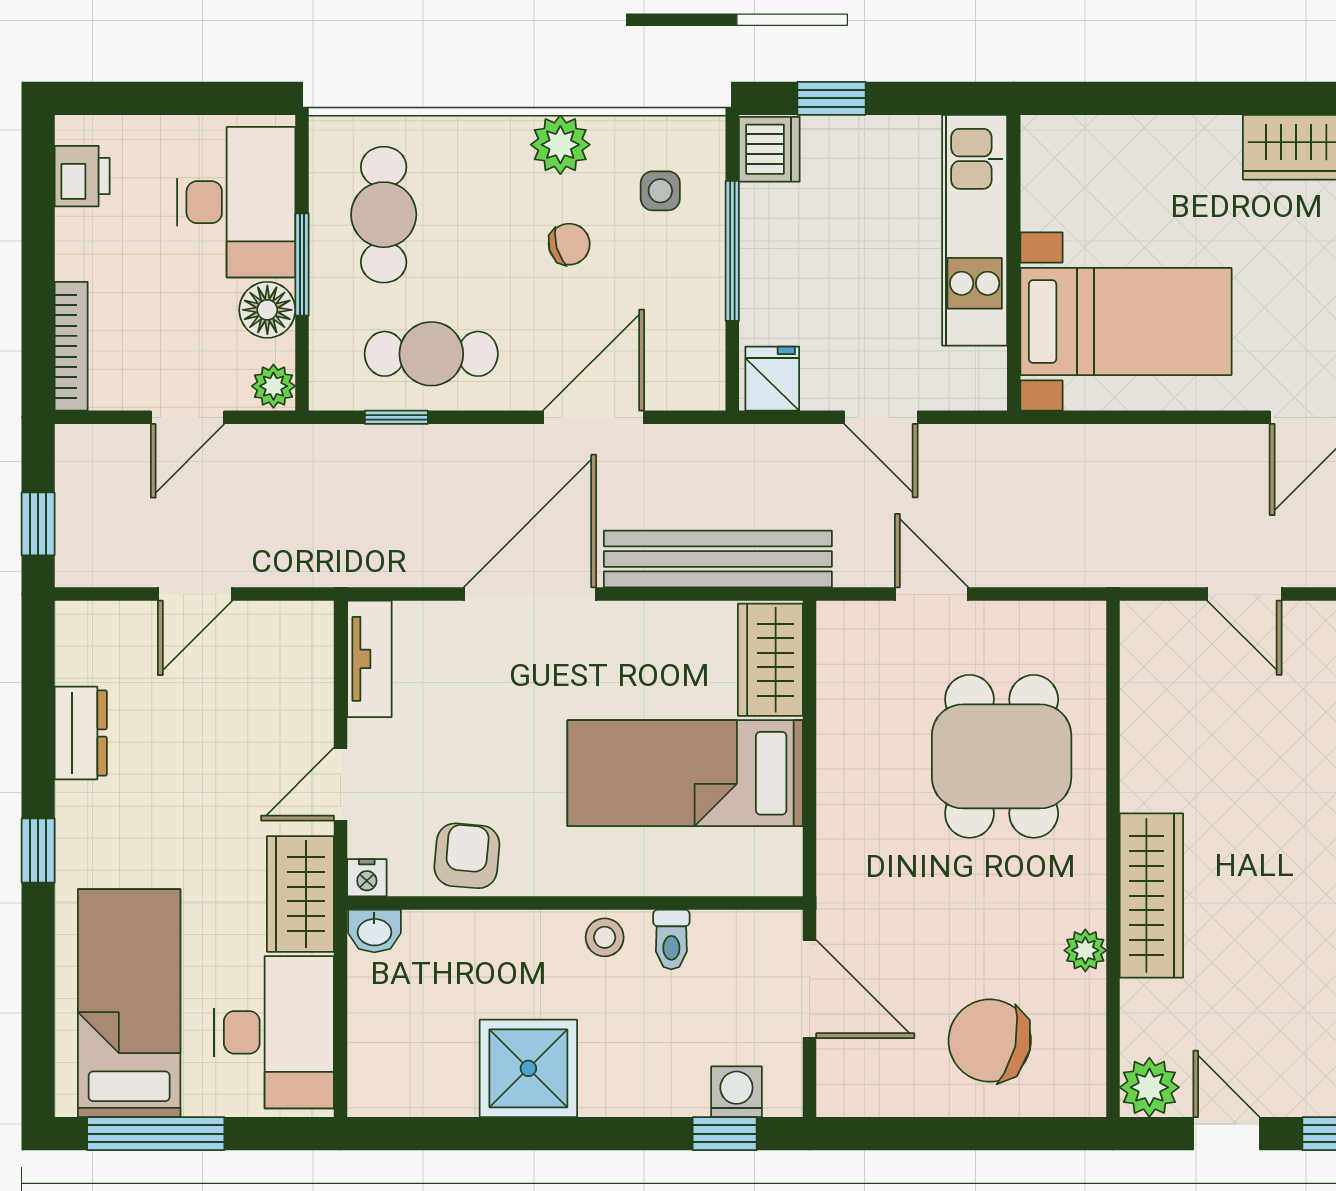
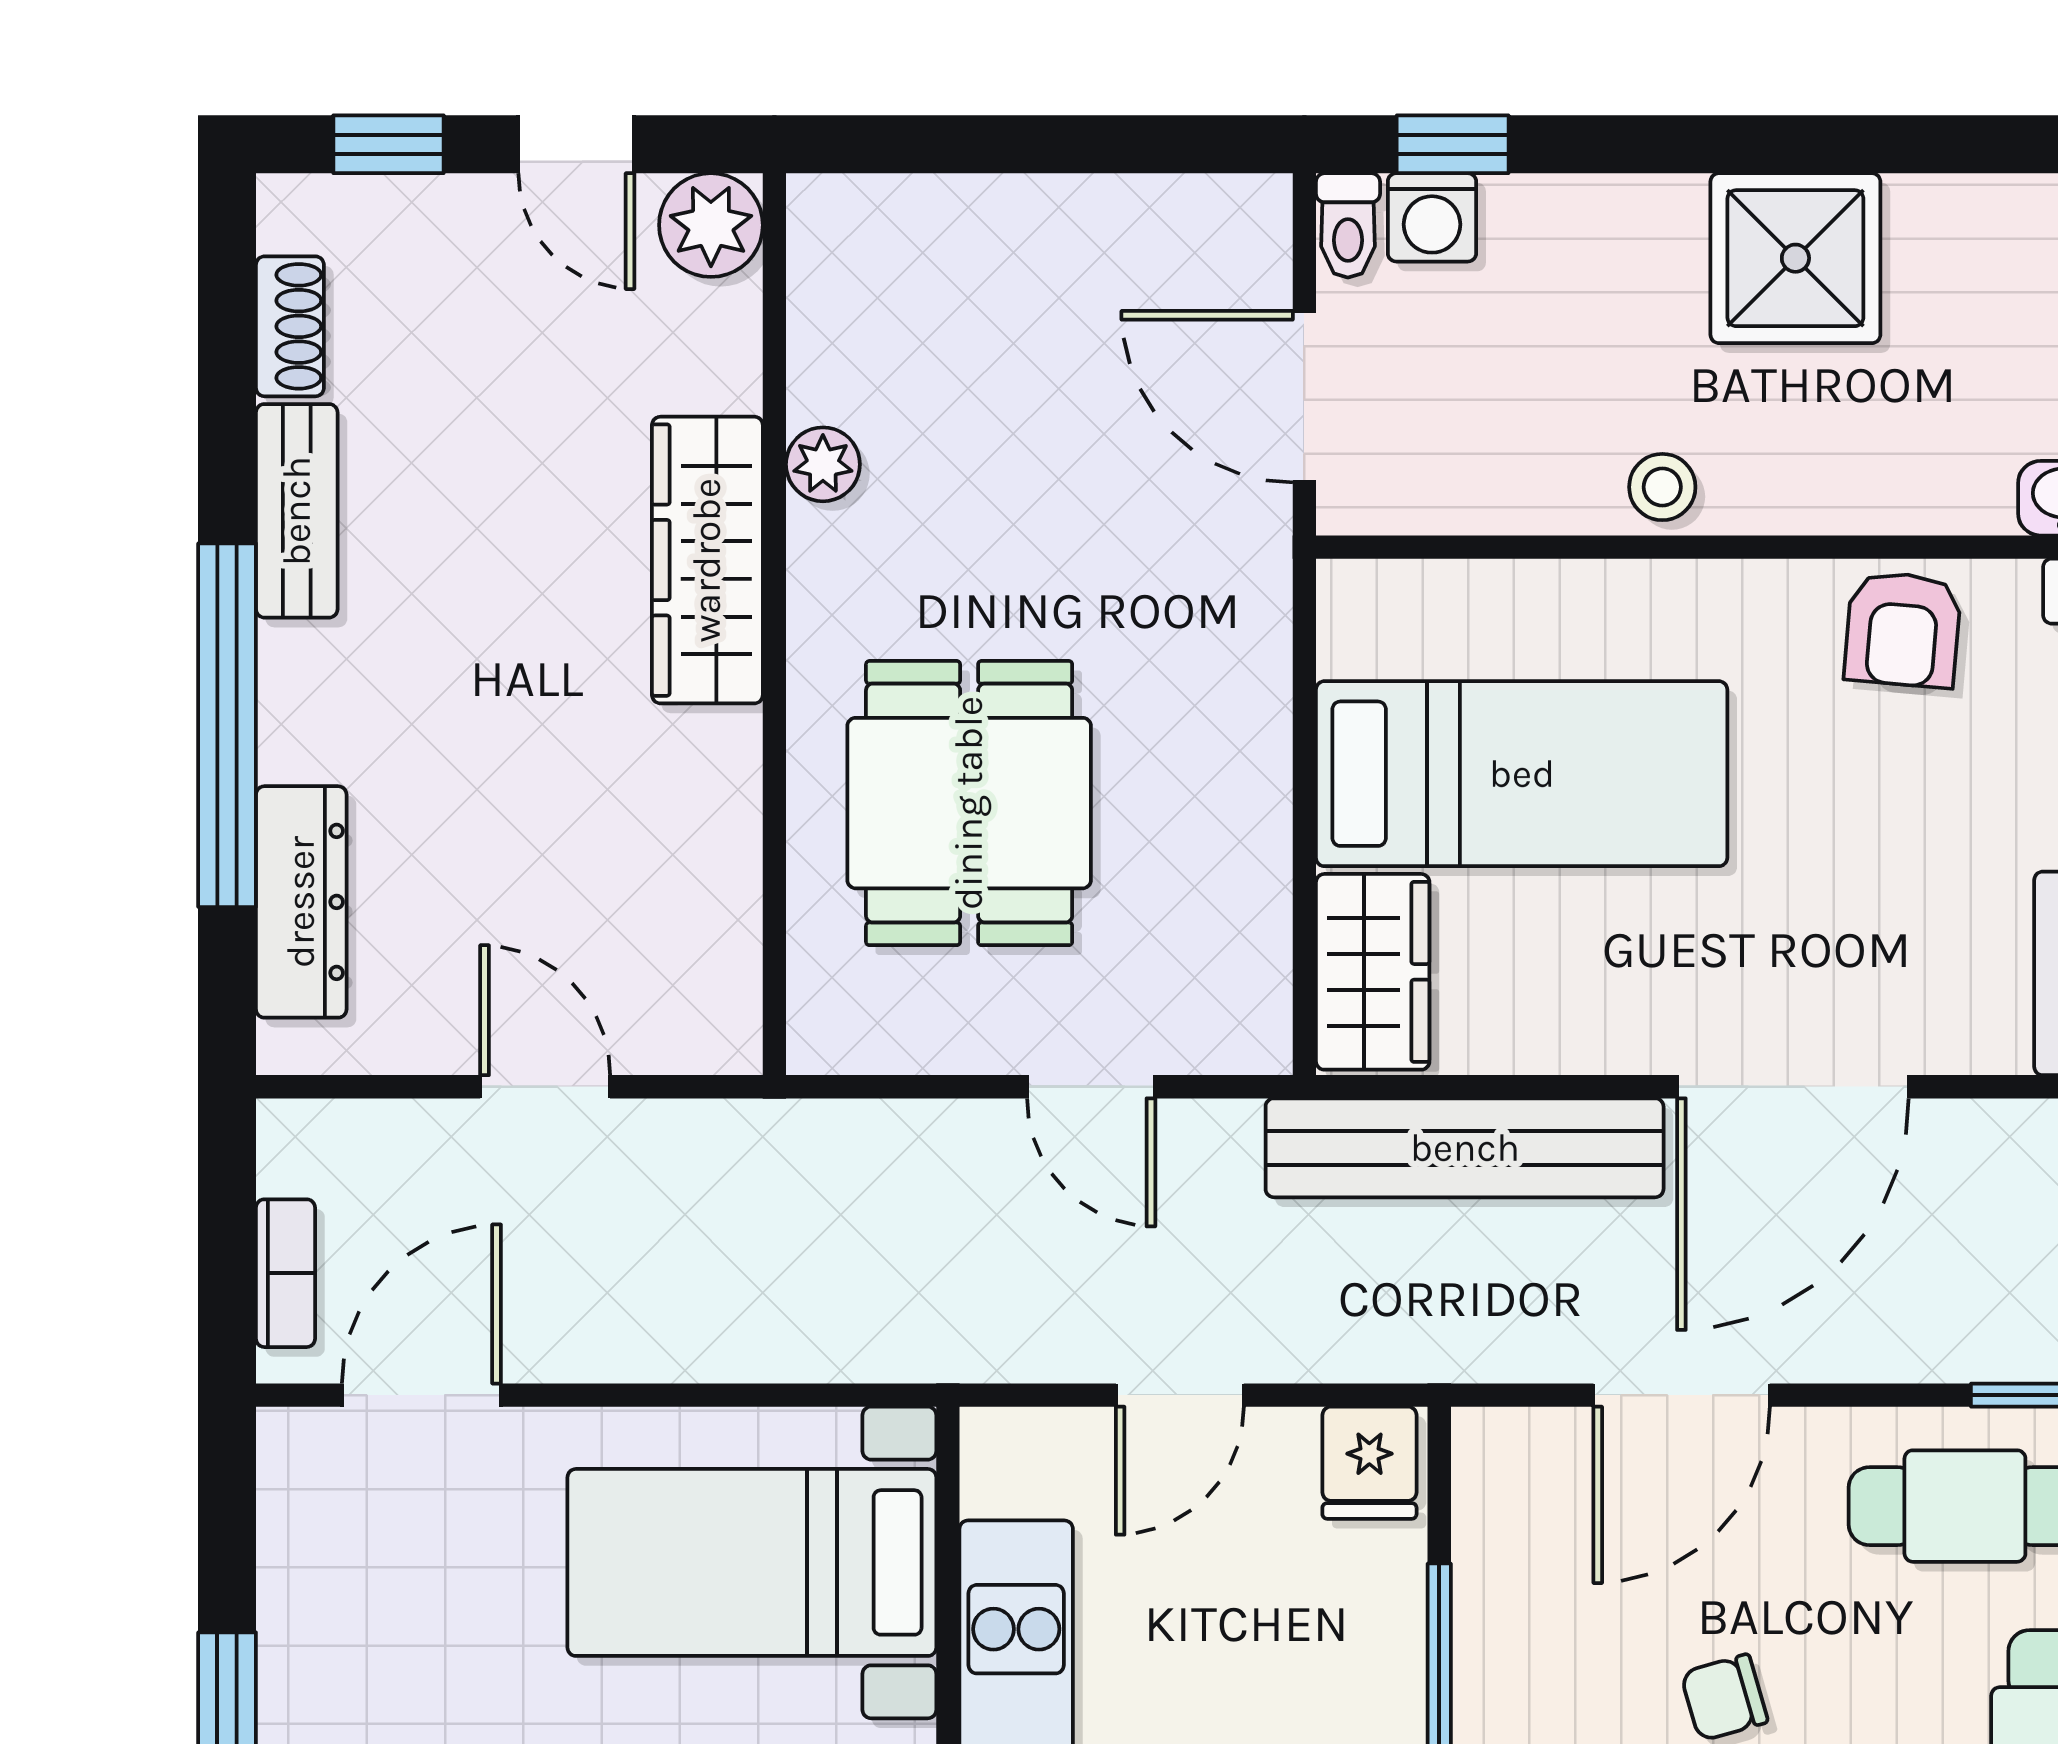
door: (881, 417) -> (1180, 1395), swing flipped
toilet: (671, 939) -> (1348, 225), moved, turned 180
chair: (990, 1041) -> (990, 307), removed

